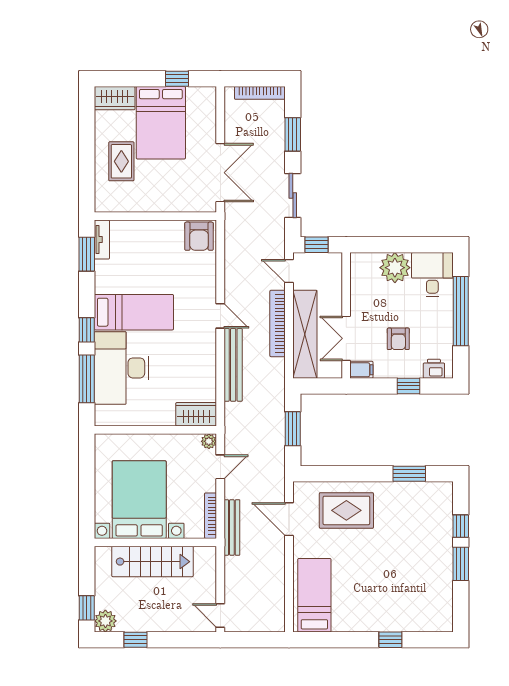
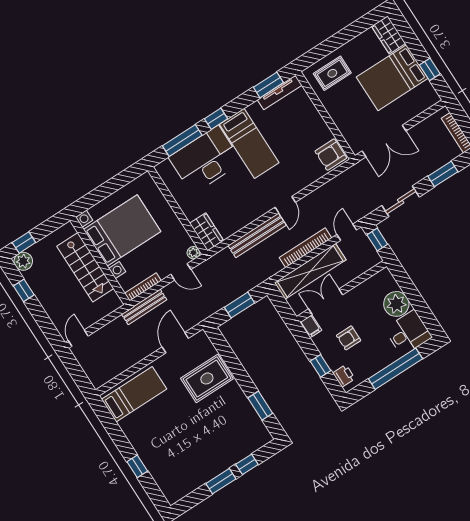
rug: (121, 161) -> (332, 73), moved
tv unit: (102, 240) -> (280, 93), width x1.41
rug: (346, 510) -> (207, 378), turned 90

